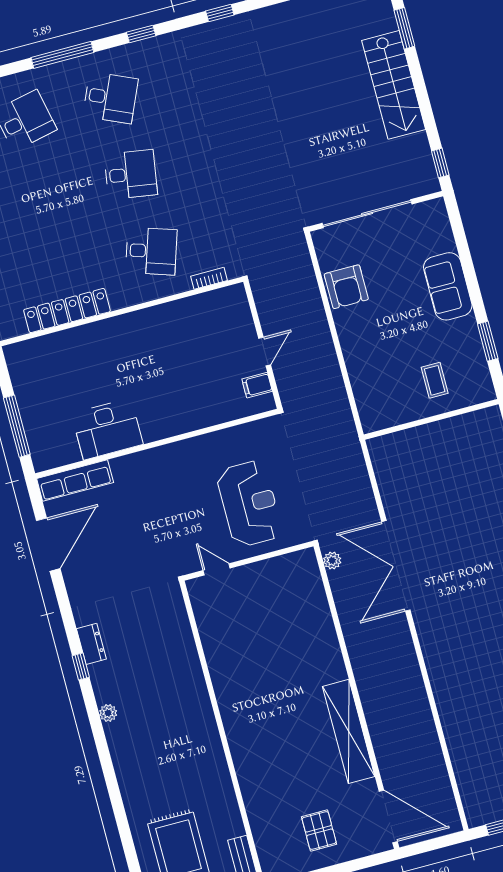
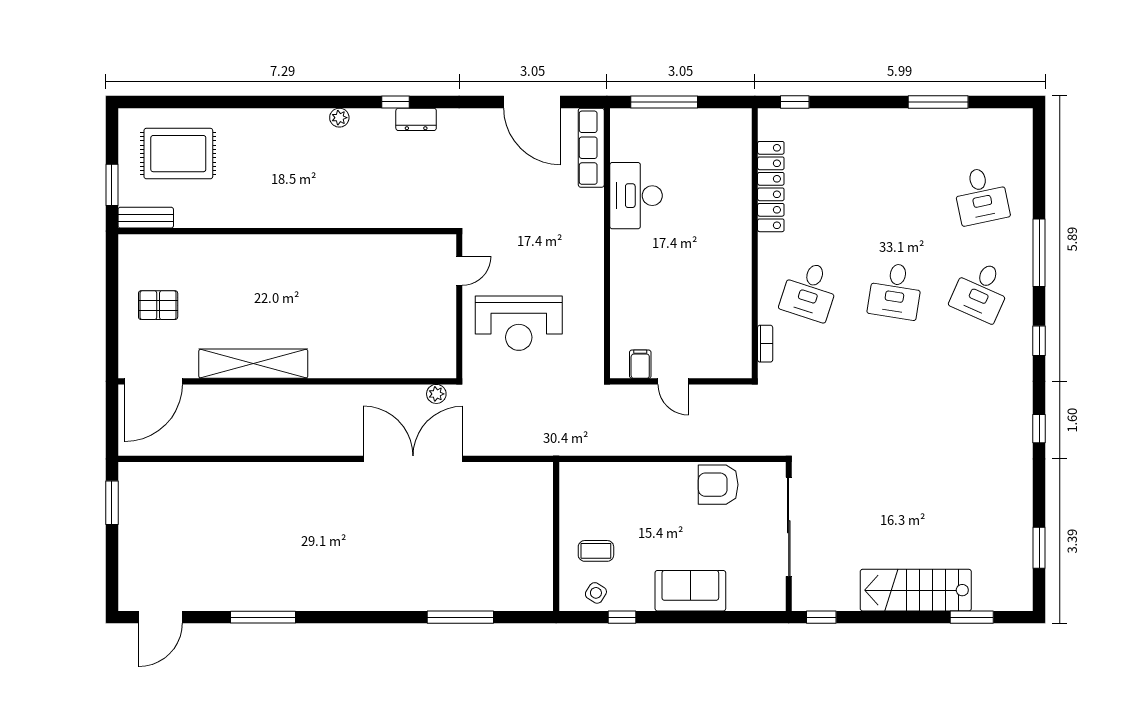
window: (488, 341) -> (622, 617), width x0.67
side table: (472, 370) -> (596, 593), added

